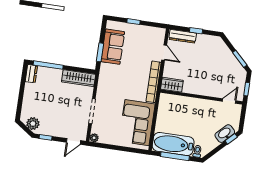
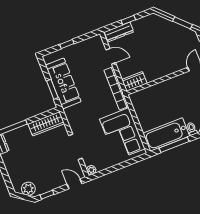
sofa: (113, 47) -> (63, 83), width x1.36
door: (73, 141) -> (74, 184), swing flipped

